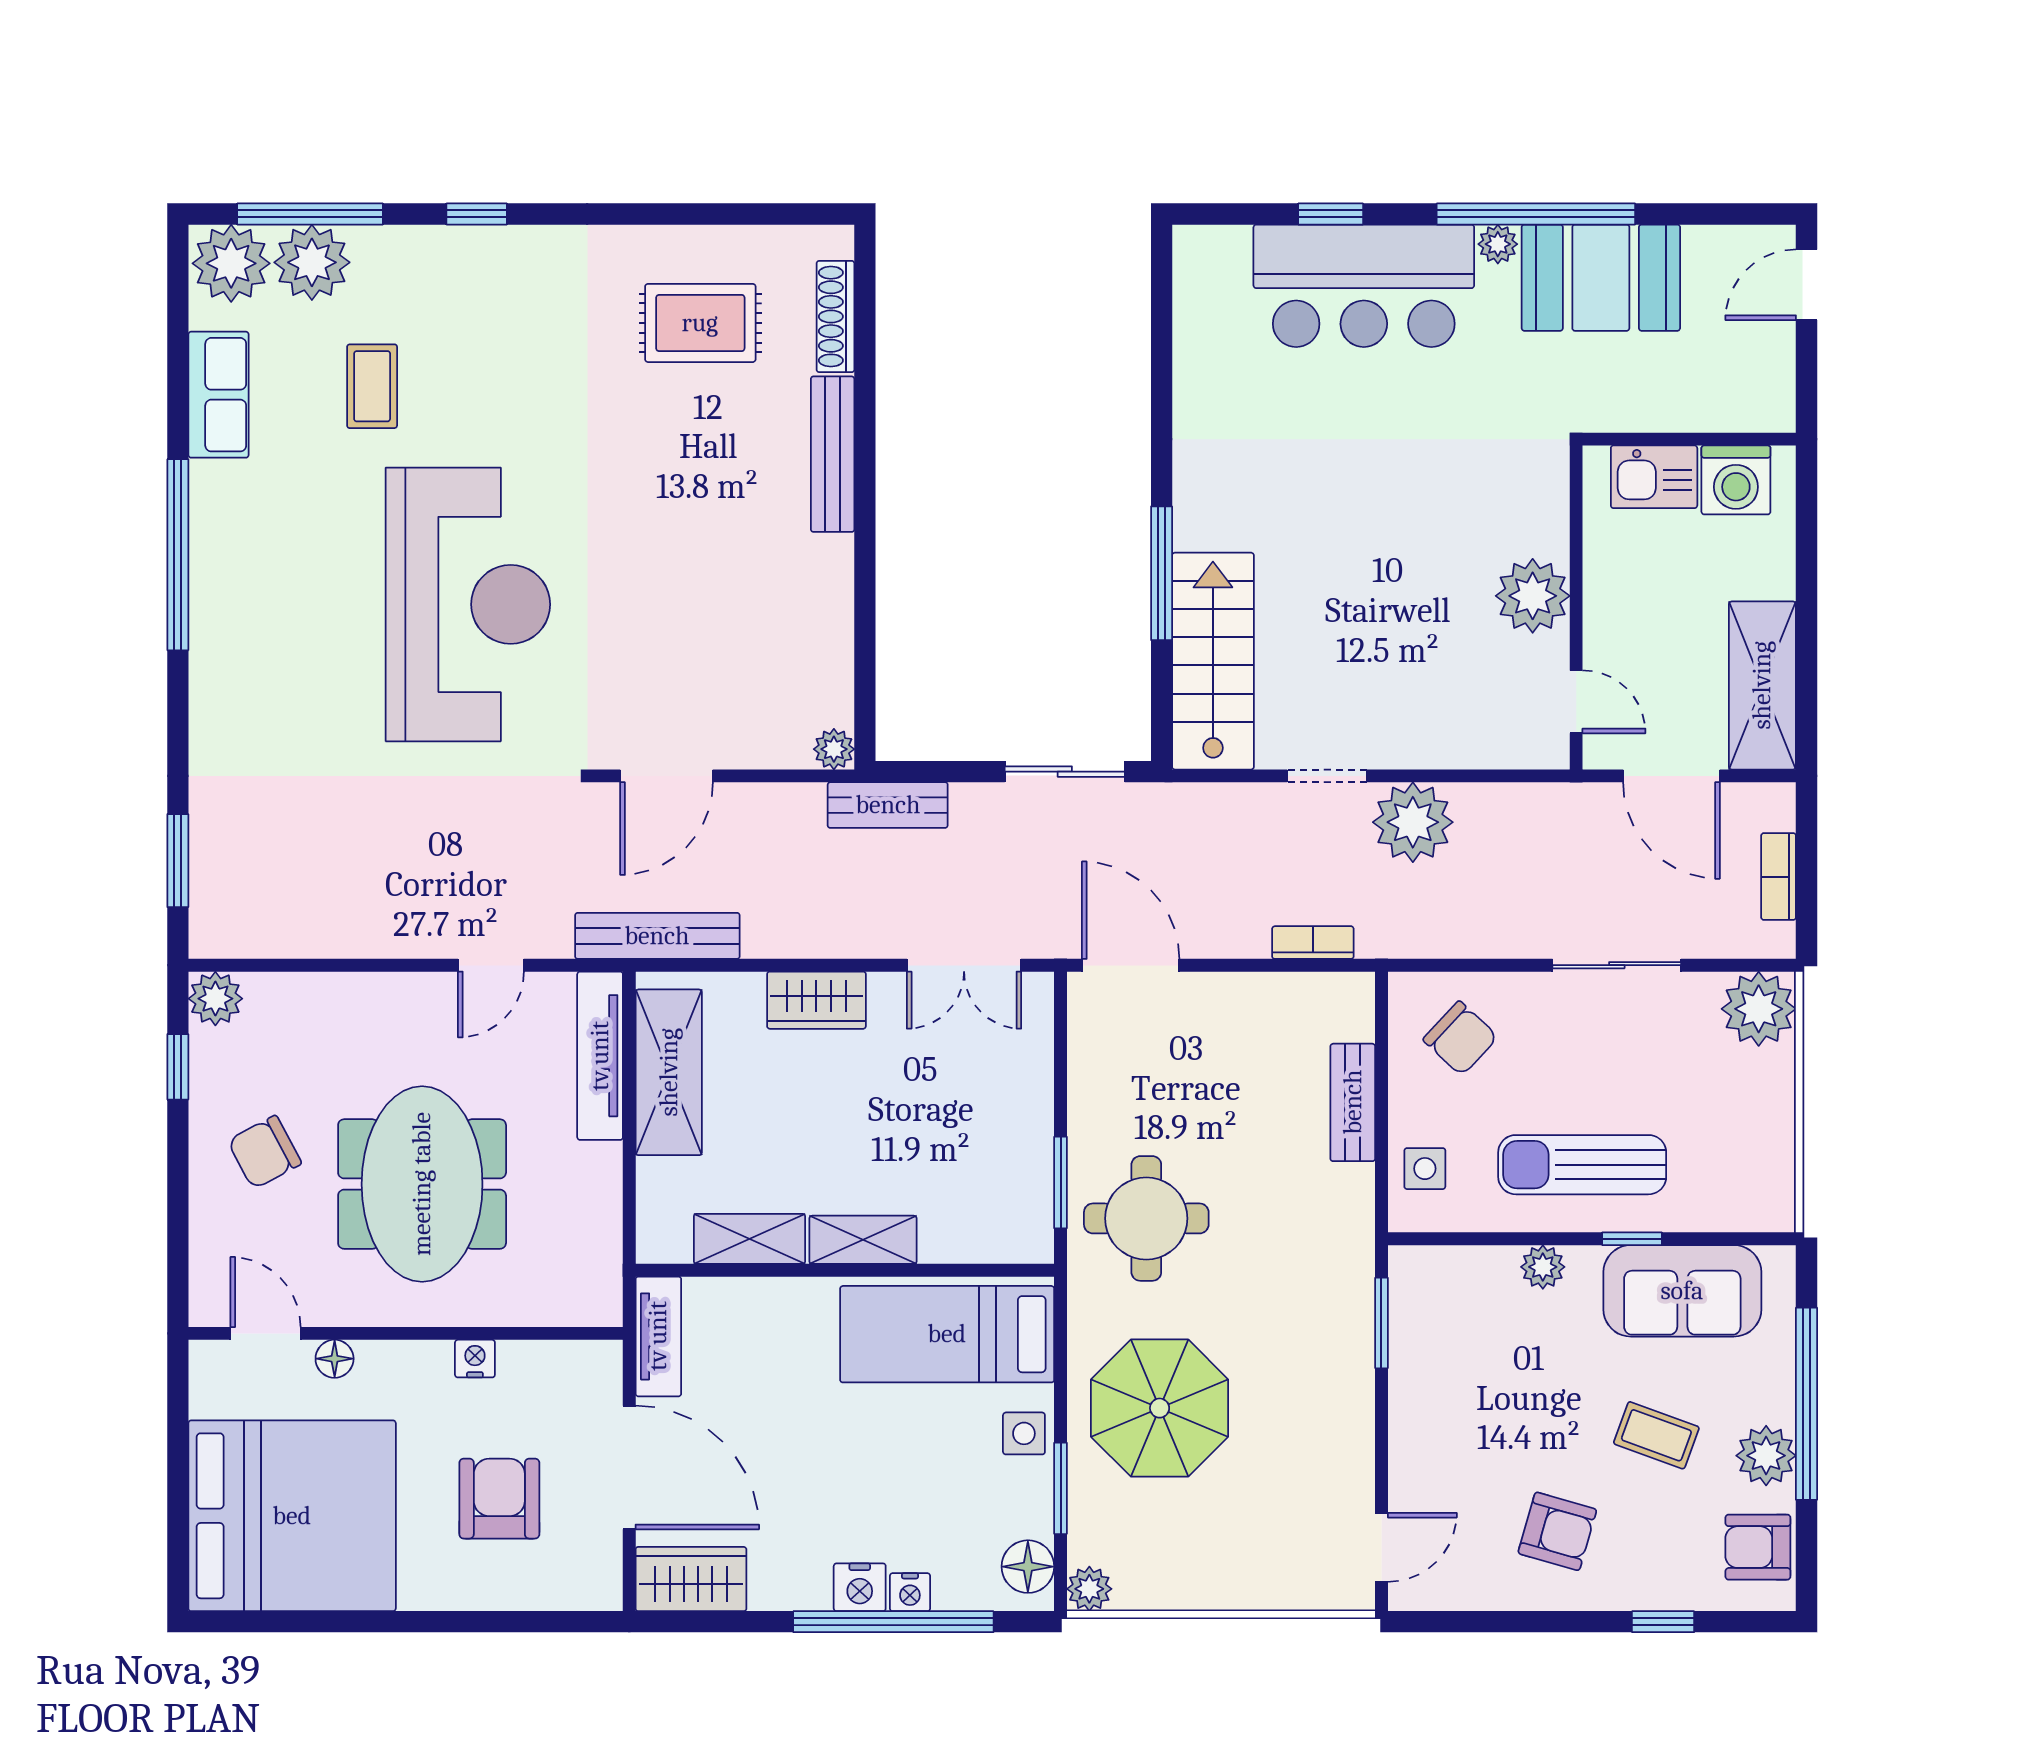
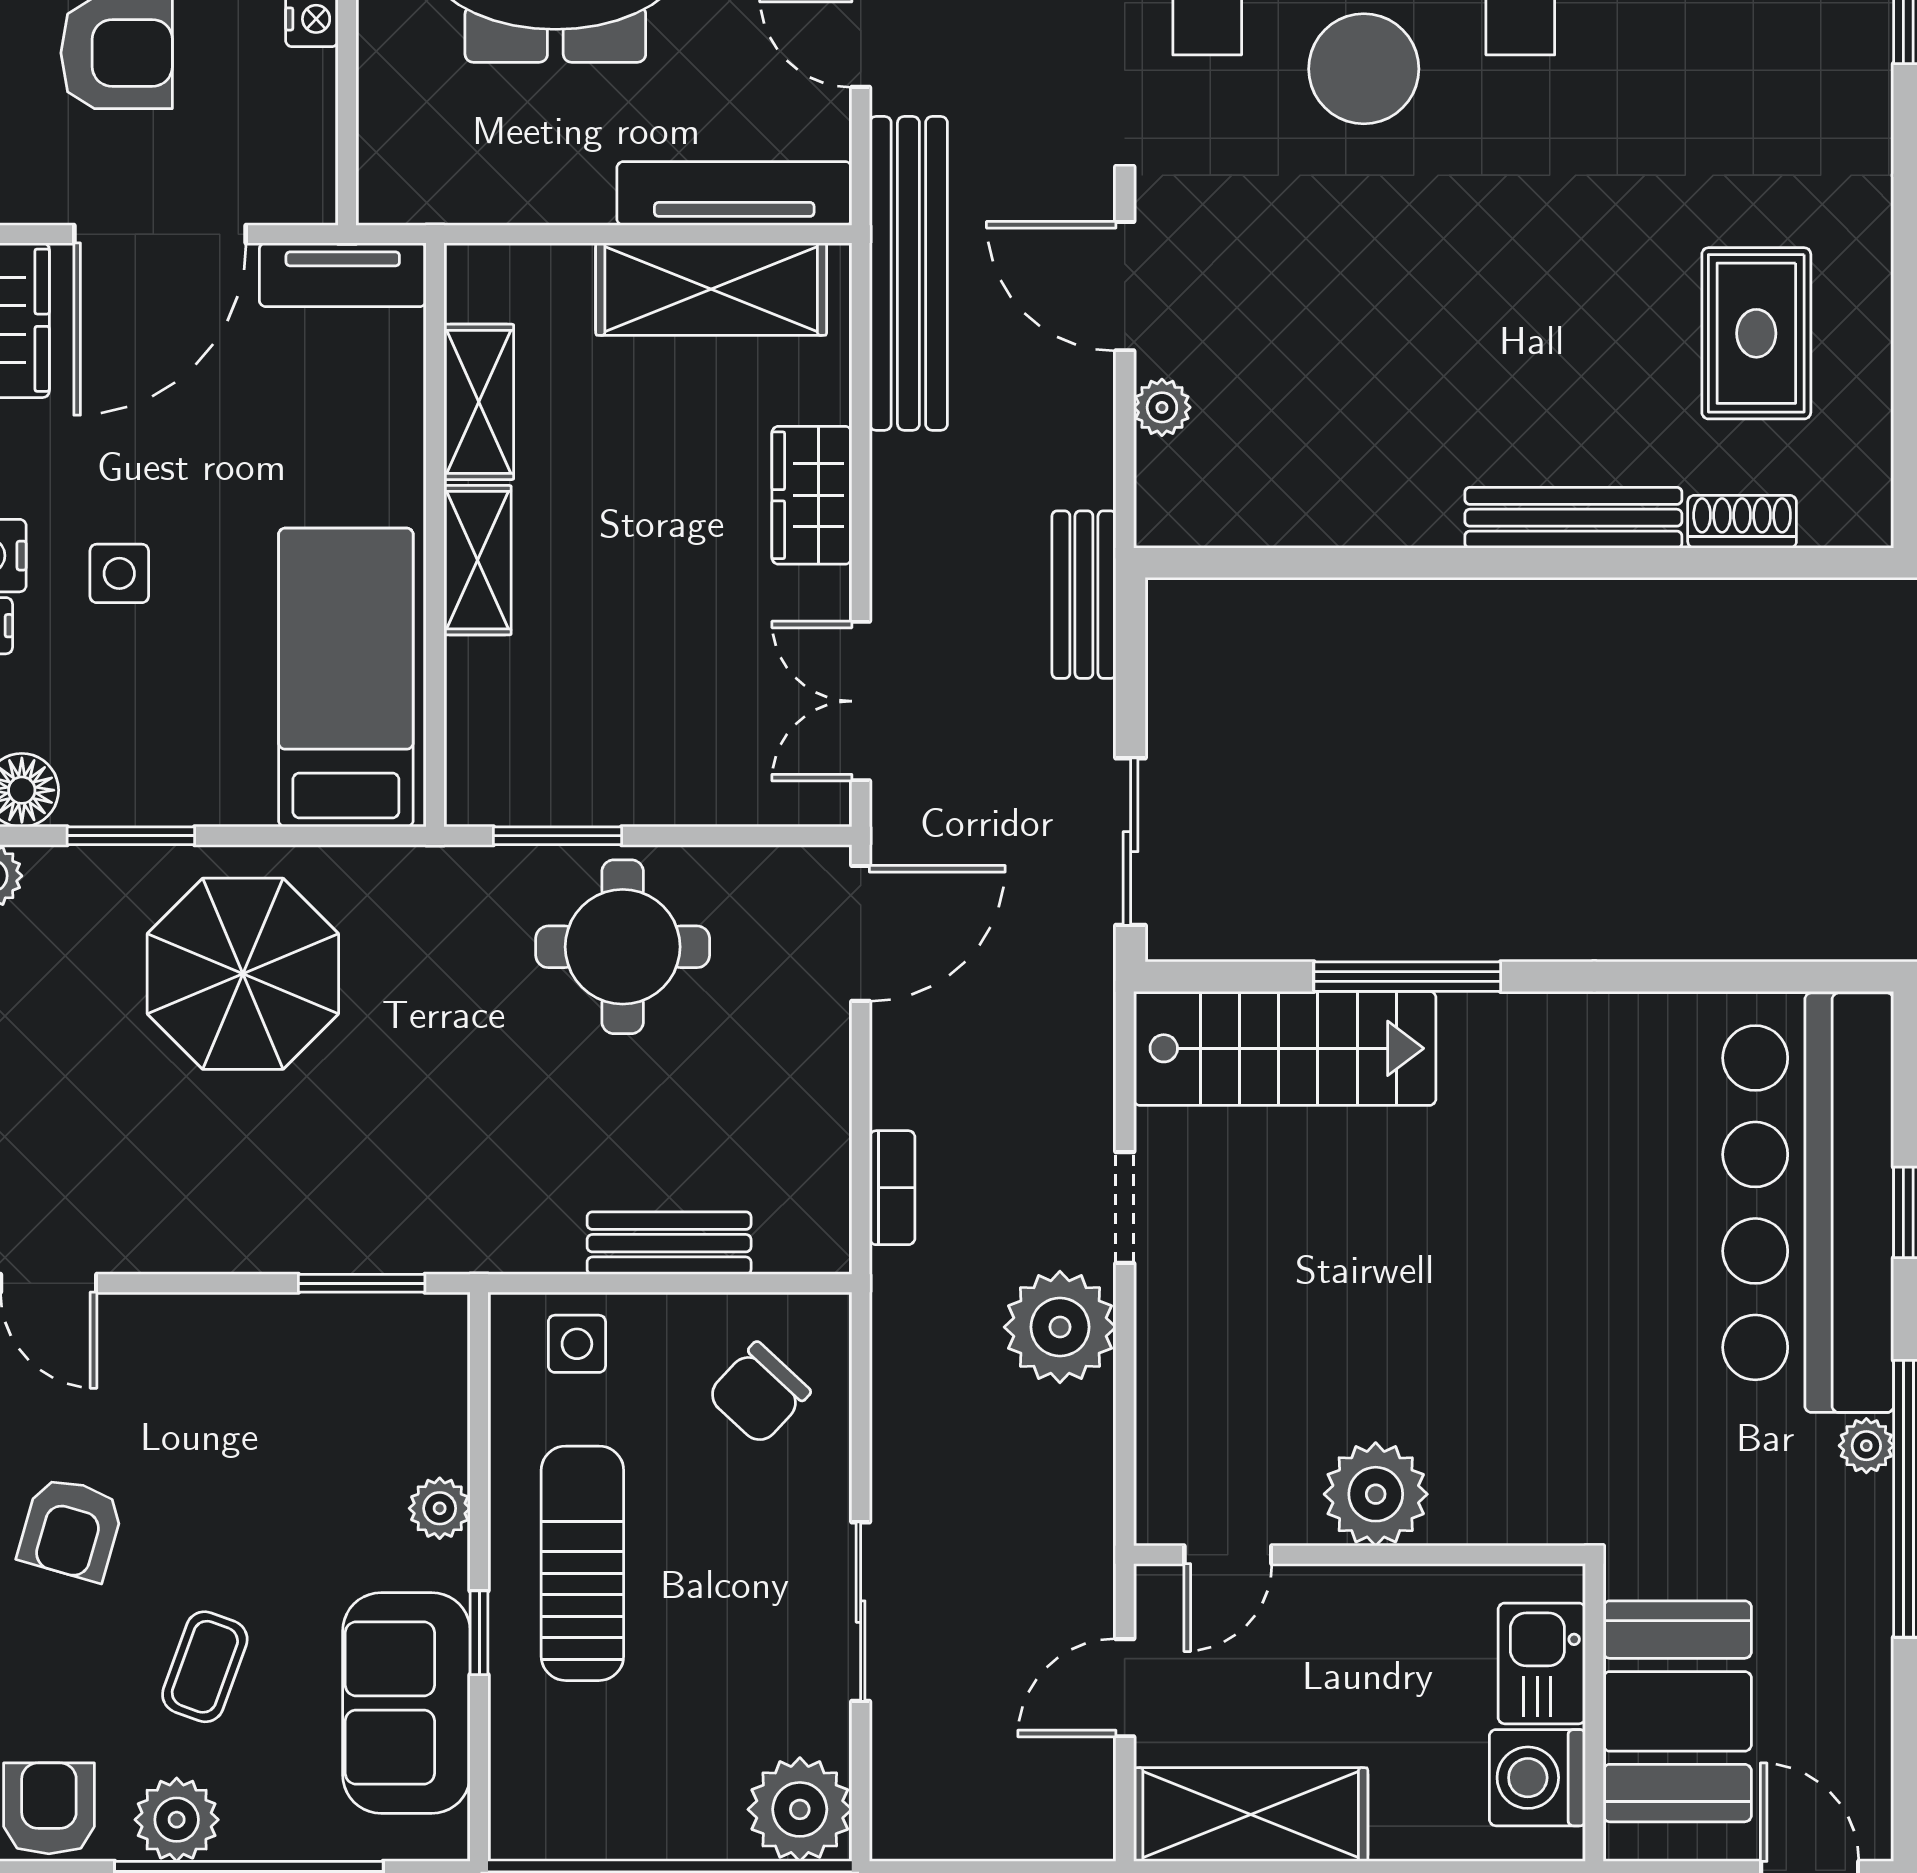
booth: (1601, 278) -> (1677, 1711), moved
bar counter: (1364, 286) -> (1808, 1203), width x1.36
shoe rack: (835, 317) -> (1742, 522), width x0.70
plant: (834, 749) -> (1162, 407), moved
door: (1671, 776) -> (1125, 1688), width x0.73
bookcase: (1779, 877) -> (984, 1837), removed
bench: (657, 936) -> (908, 273), width x1.37, depth x1.21
round table: (1146, 1218) -> (623, 947), moved
side table: (1024, 1433) -> (119, 573), moved

